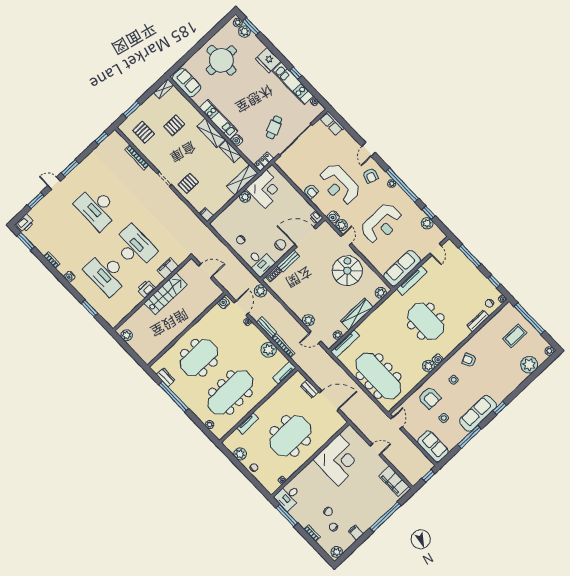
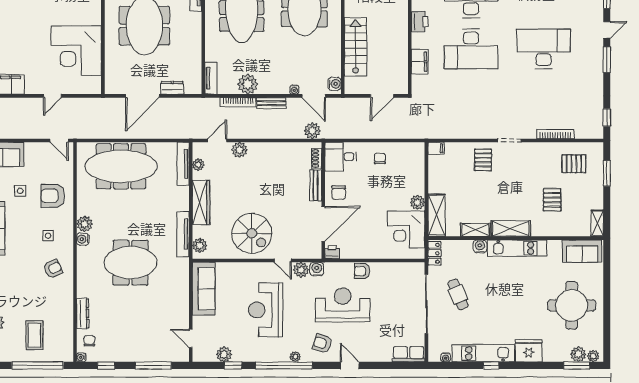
tv unit: (412, 280) -> (183, 234), moved
stairs: (166, 294) -> (356, 47), moved, turned 180

